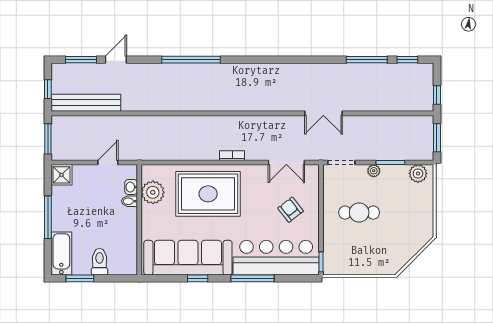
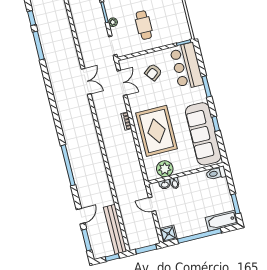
door: (116, 60) -> (81, 216), swing flipped
double door: (323, 113) -> (86, 81), moved
window: (48, 217) -> (199, 236), width x1.46
bar counter: (276, 258) -> (187, 66), width x0.73
toilet: (99, 262) -> (216, 173), moved
window: (252, 278) -> (207, 87), width x0.69

